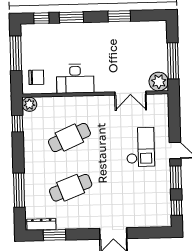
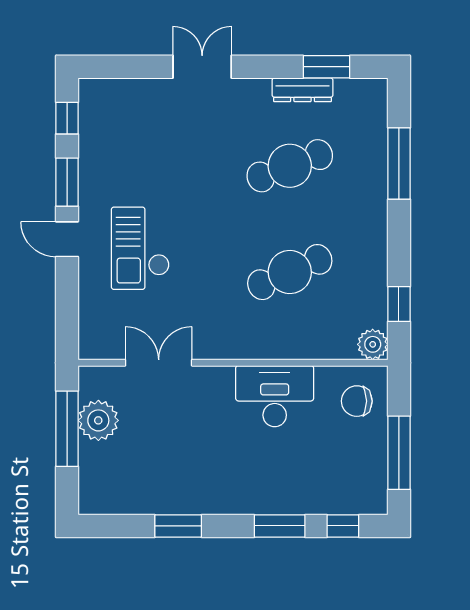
plant: (159, 82) -> (98, 420), moved
dresser: (41, 224) -> (303, 90), moved

